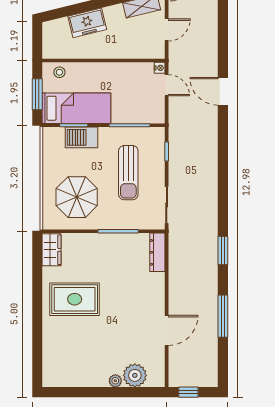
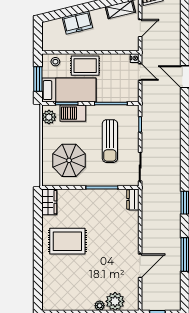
rug: (97, 77) -> (85, 66), added
plant: (51, 142) -> (49, 117), added
dresser: (157, 252) -> (133, 199), width x0.70

